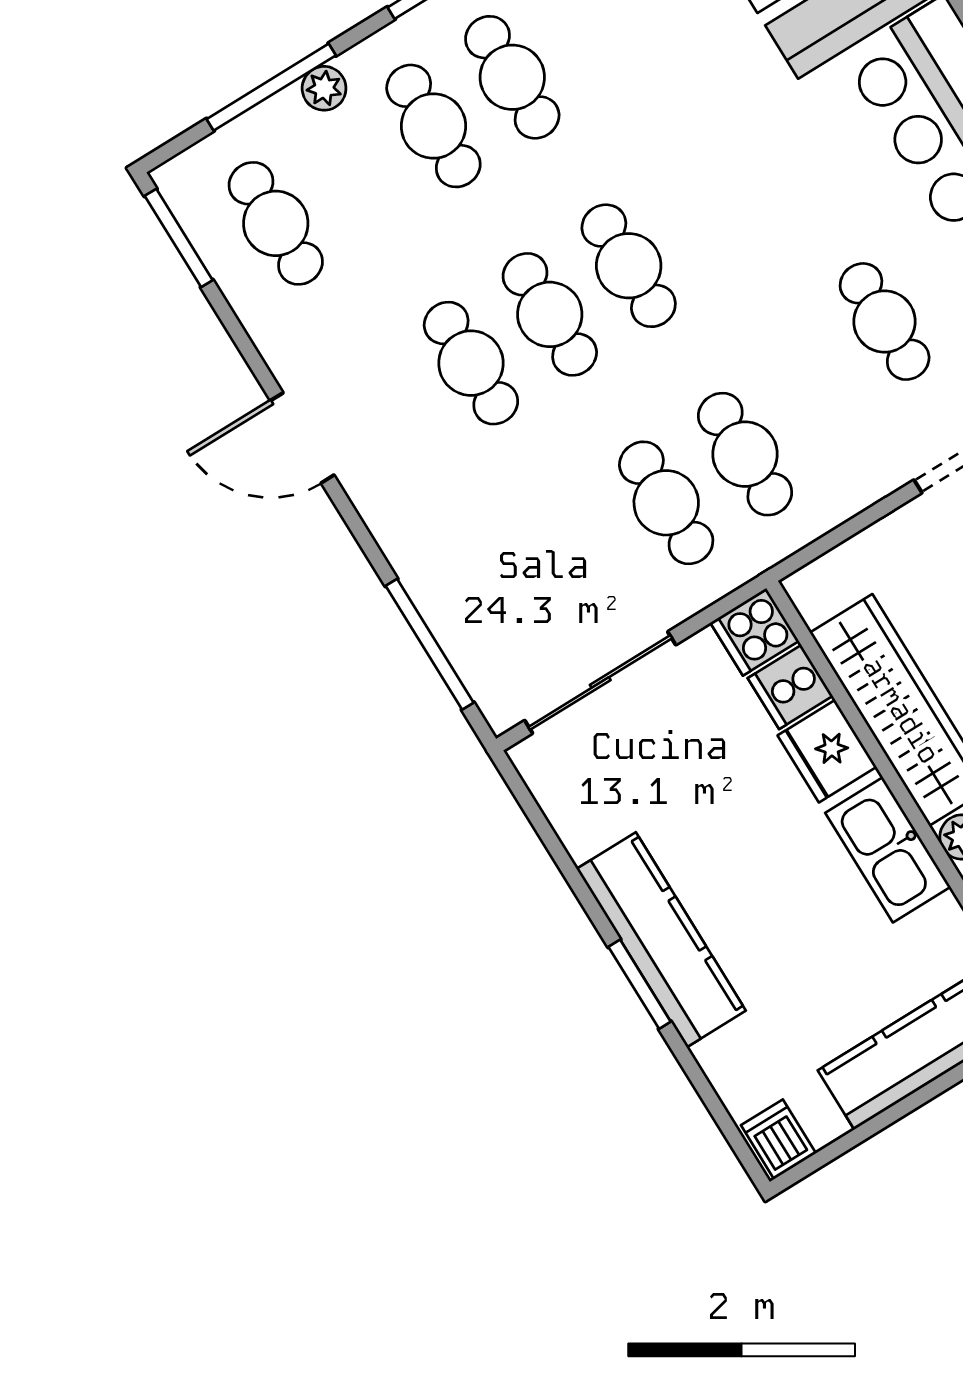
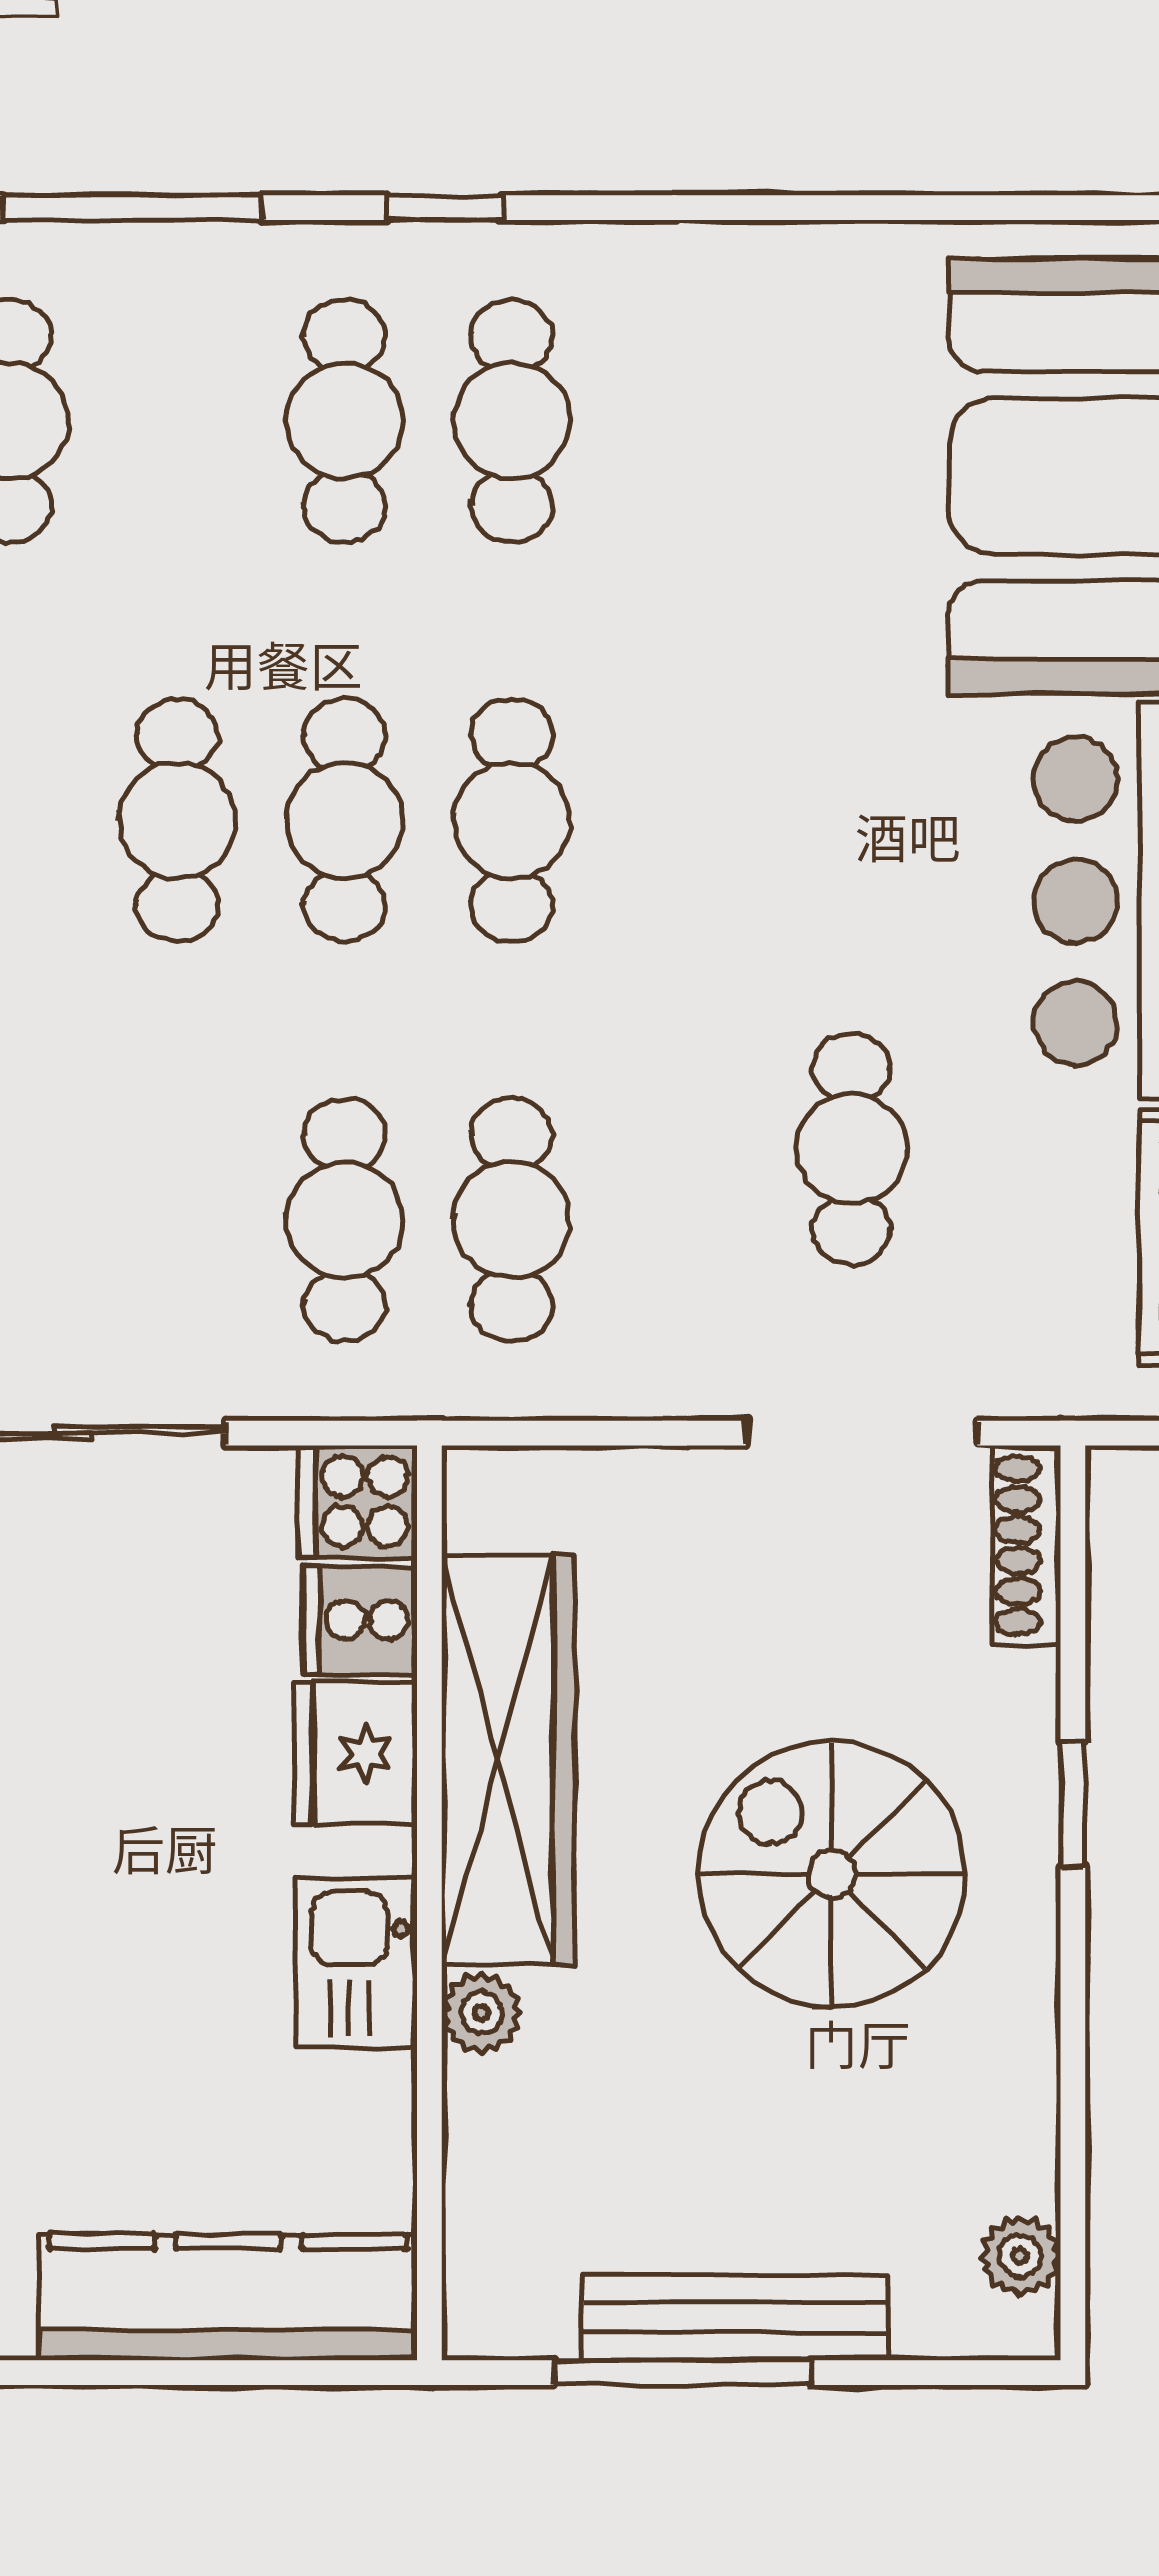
plant: (324, 88) -> (212, 259), removed
kitchen sink: (888, 850) -> (356, 1963), width x0.73

